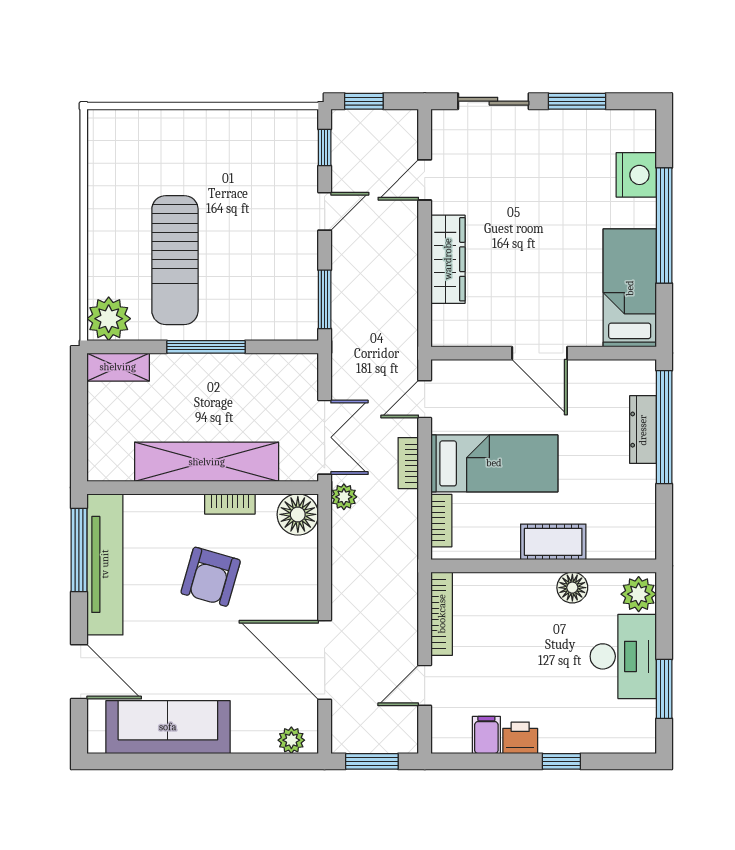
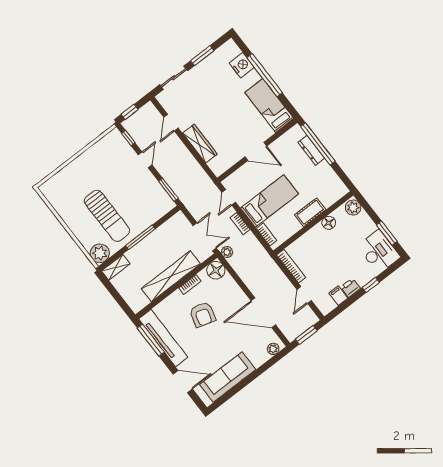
desk: (623, 656) -> (379, 252), moved

